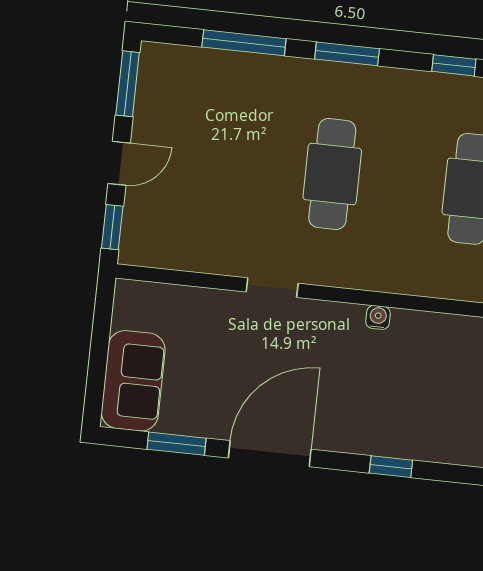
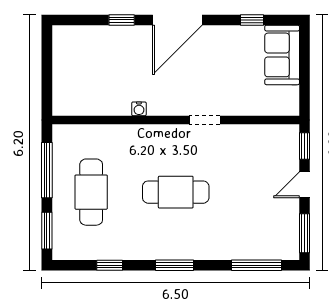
window: (244, 43) -> (257, 265), moved
cafe table: (332, 174) -> (176, 192), turned 90
window: (177, 444) -> (252, 20), width x0.67
door: (270, 454) -> (177, 20), moved

